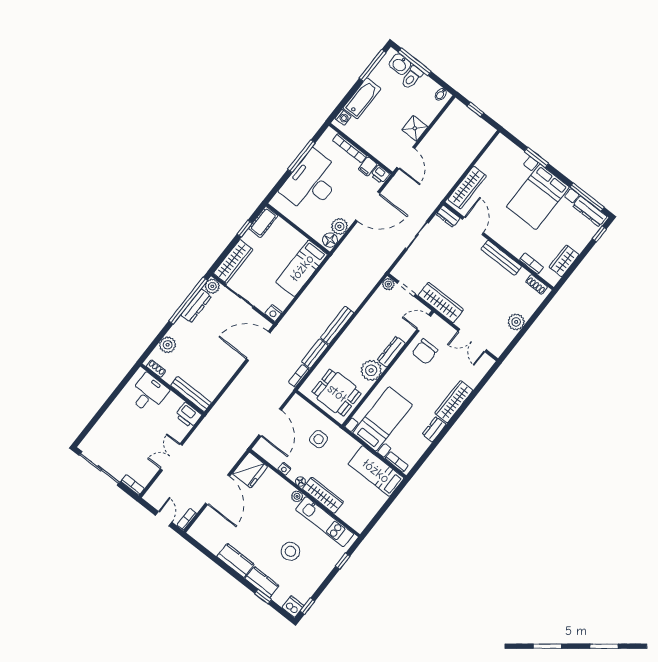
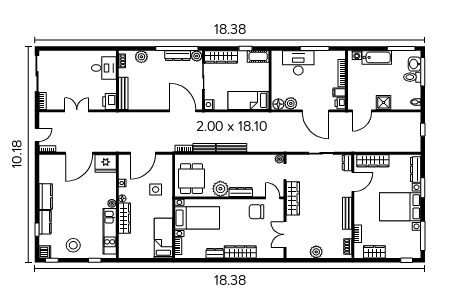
desk: (312, 182) -> (298, 63), width x0.73, depth x0.77
dresser: (590, 211) -> (416, 170), moved
stool: (290, 551) -> (73, 245), moved

